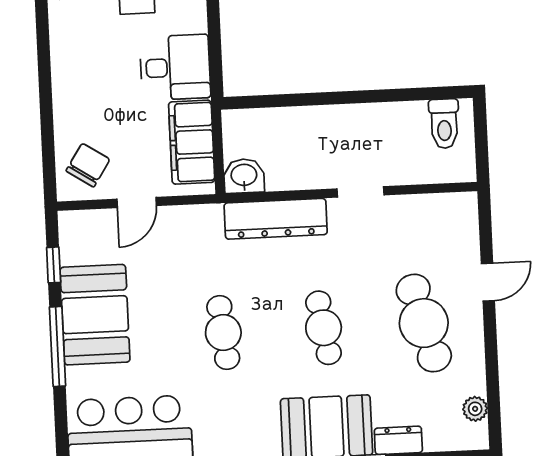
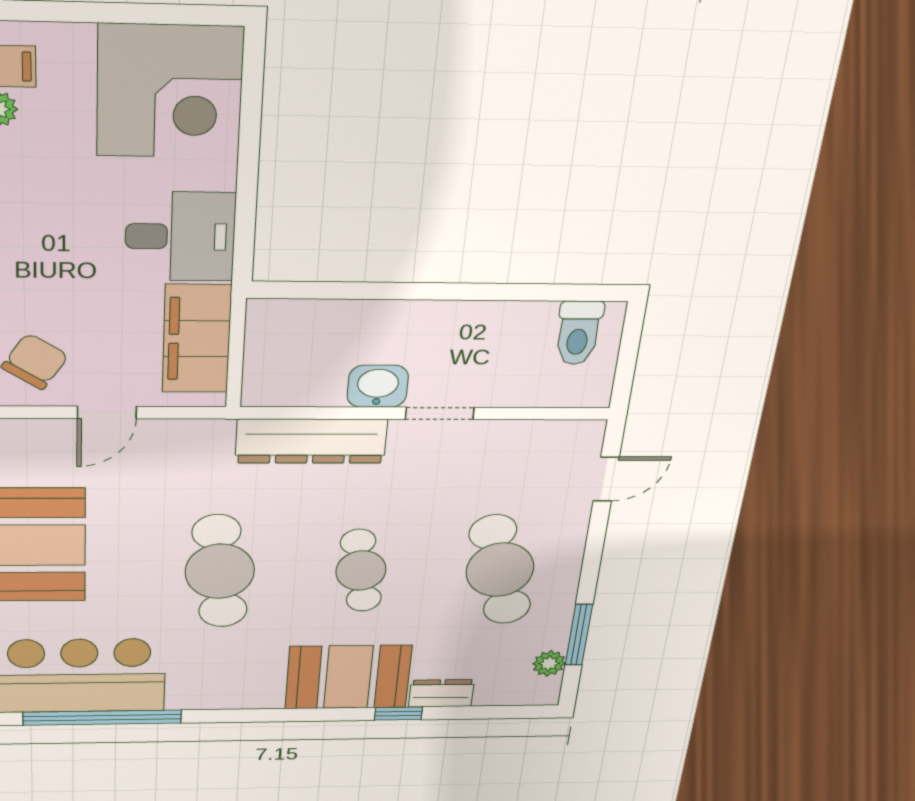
washbasin: (244, 176) -> (378, 386), moved
door: (488, 282) -> (606, 479), moved
cafe table: (223, 332) -> (220, 571), width x1.37, depth x1.35
window: (493, 381) -> (579, 635), added

